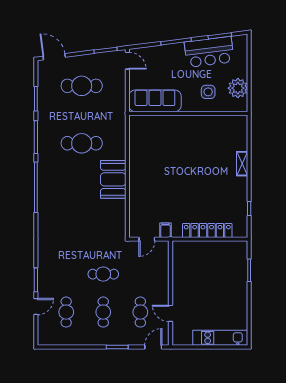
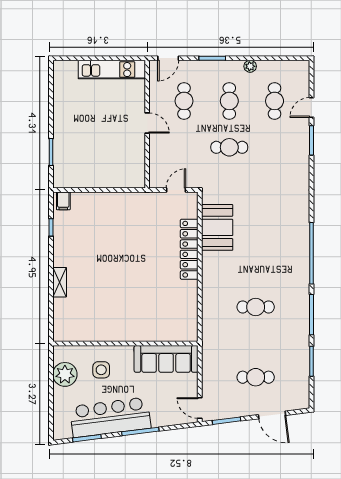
bar counter: (209, 52) -> (110, 417), width x1.36
door: (54, 57) -> (272, 415), moved
cafe table: (82, 86) -> (256, 377), width x0.73, depth x0.74
cafe table: (82, 143) -> (256, 307), width x0.73, depth x0.74
booth: (113, 179) -> (217, 227), moved
filing cabinet: (165, 230) -> (63, 201), moved
locker: (207, 230) -> (189, 249), moved, turned 90
door: (171, 313) -> (147, 123), moved
kitchen unit: (220, 338) -> (112, 70), moved
plant: (86, 340) -> (250, 66), added

